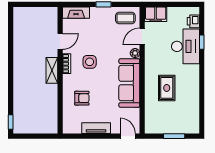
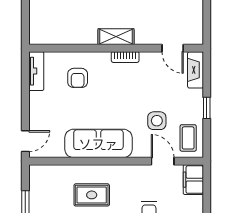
door: (60, 41) -> (173, 48), moved
plant: (135, 53) -> (140, 151), removed
side table: (90, 62) -> (157, 121), moved
tv unit: (96, 128) -> (36, 71), moved

